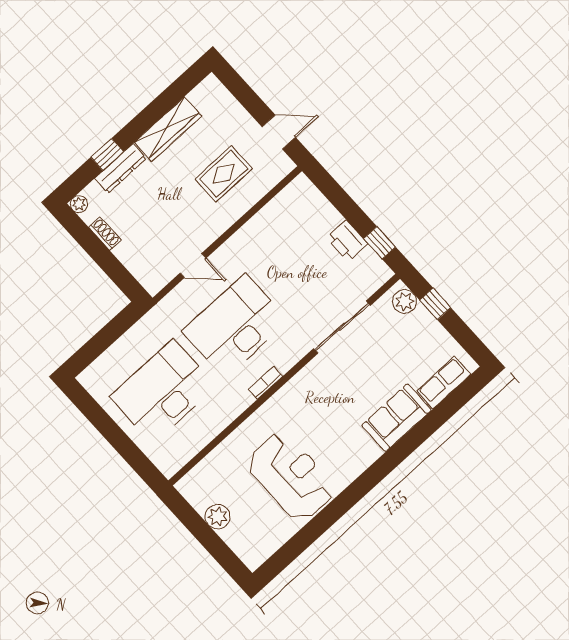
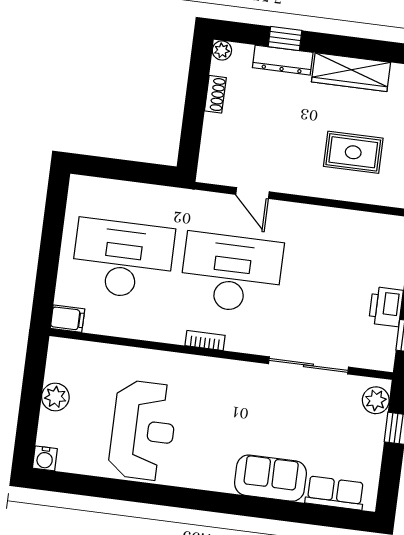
filing cabinet: (171, 463) -> (67, 319), added
water cooler: (253, 559) -> (45, 458), added

